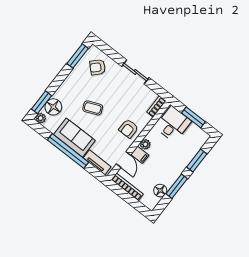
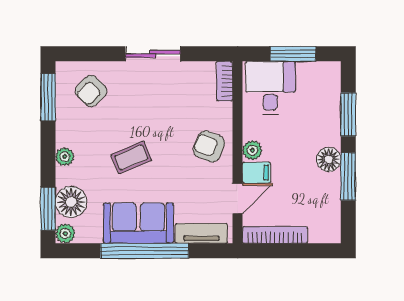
plant: (65, 86) -> (65, 157), added
armchair: (129, 129) -> (209, 147), turned 112
door: (124, 159) -> (238, 198), hinge flipped
floor lamp: (160, 191) -> (329, 160), moved

